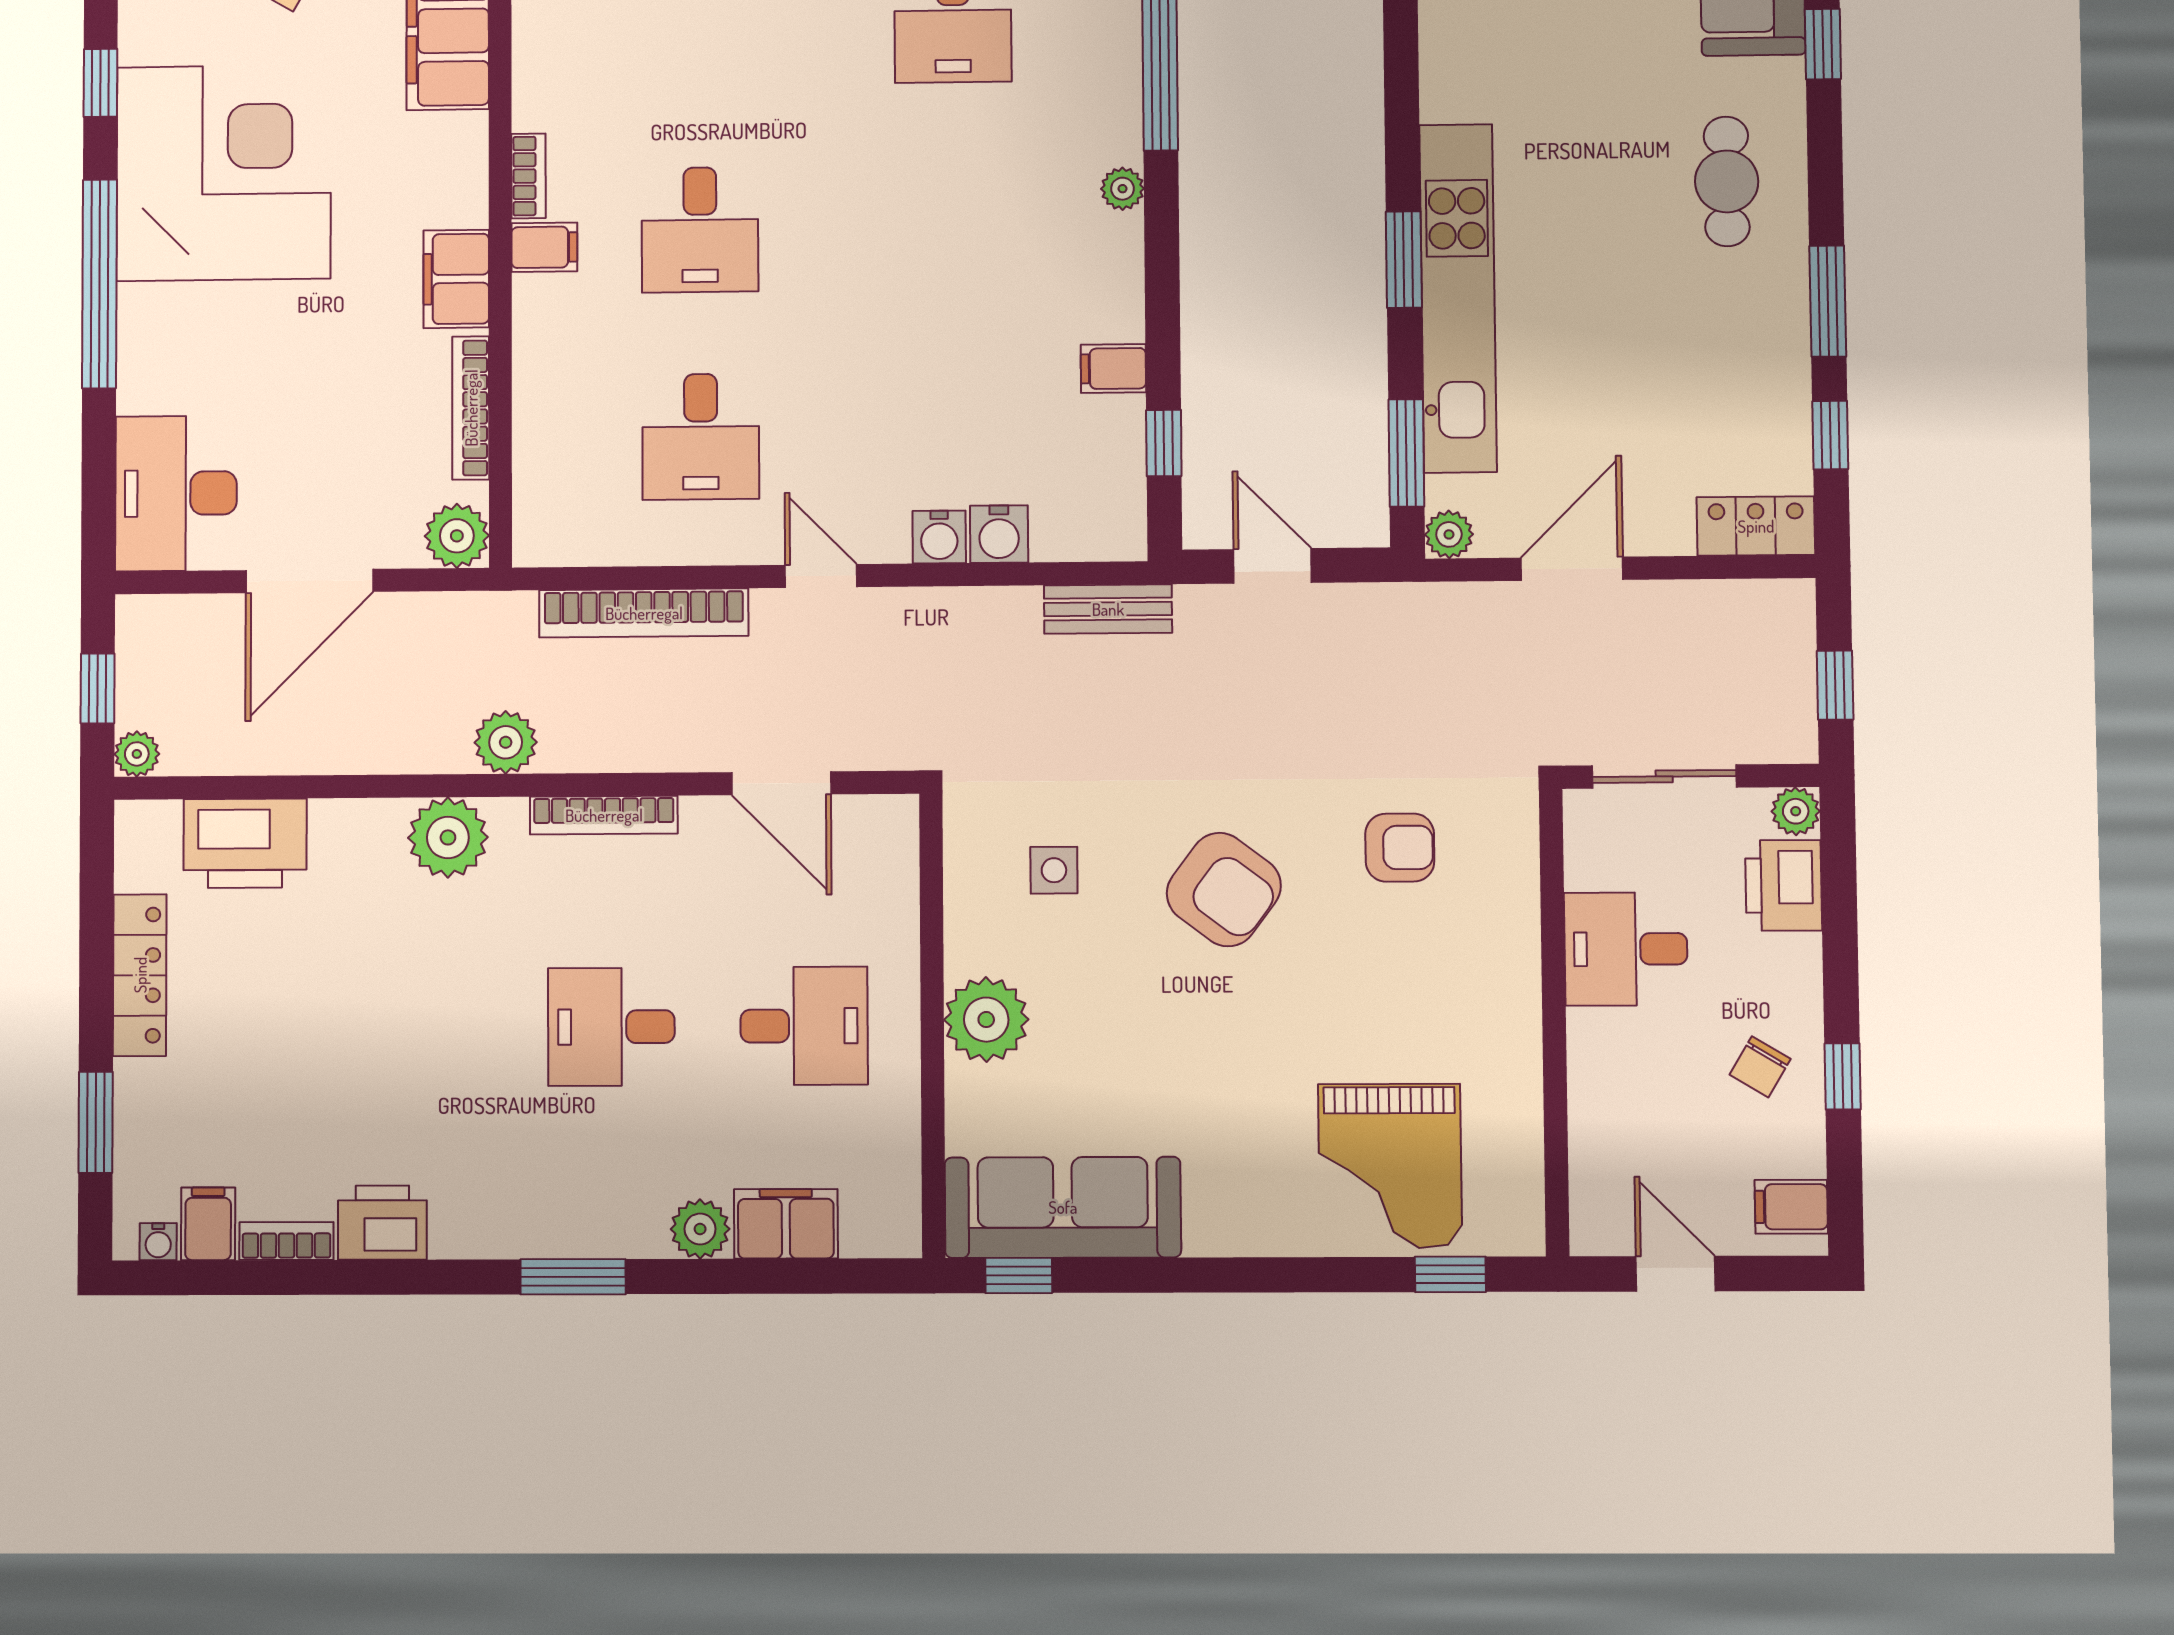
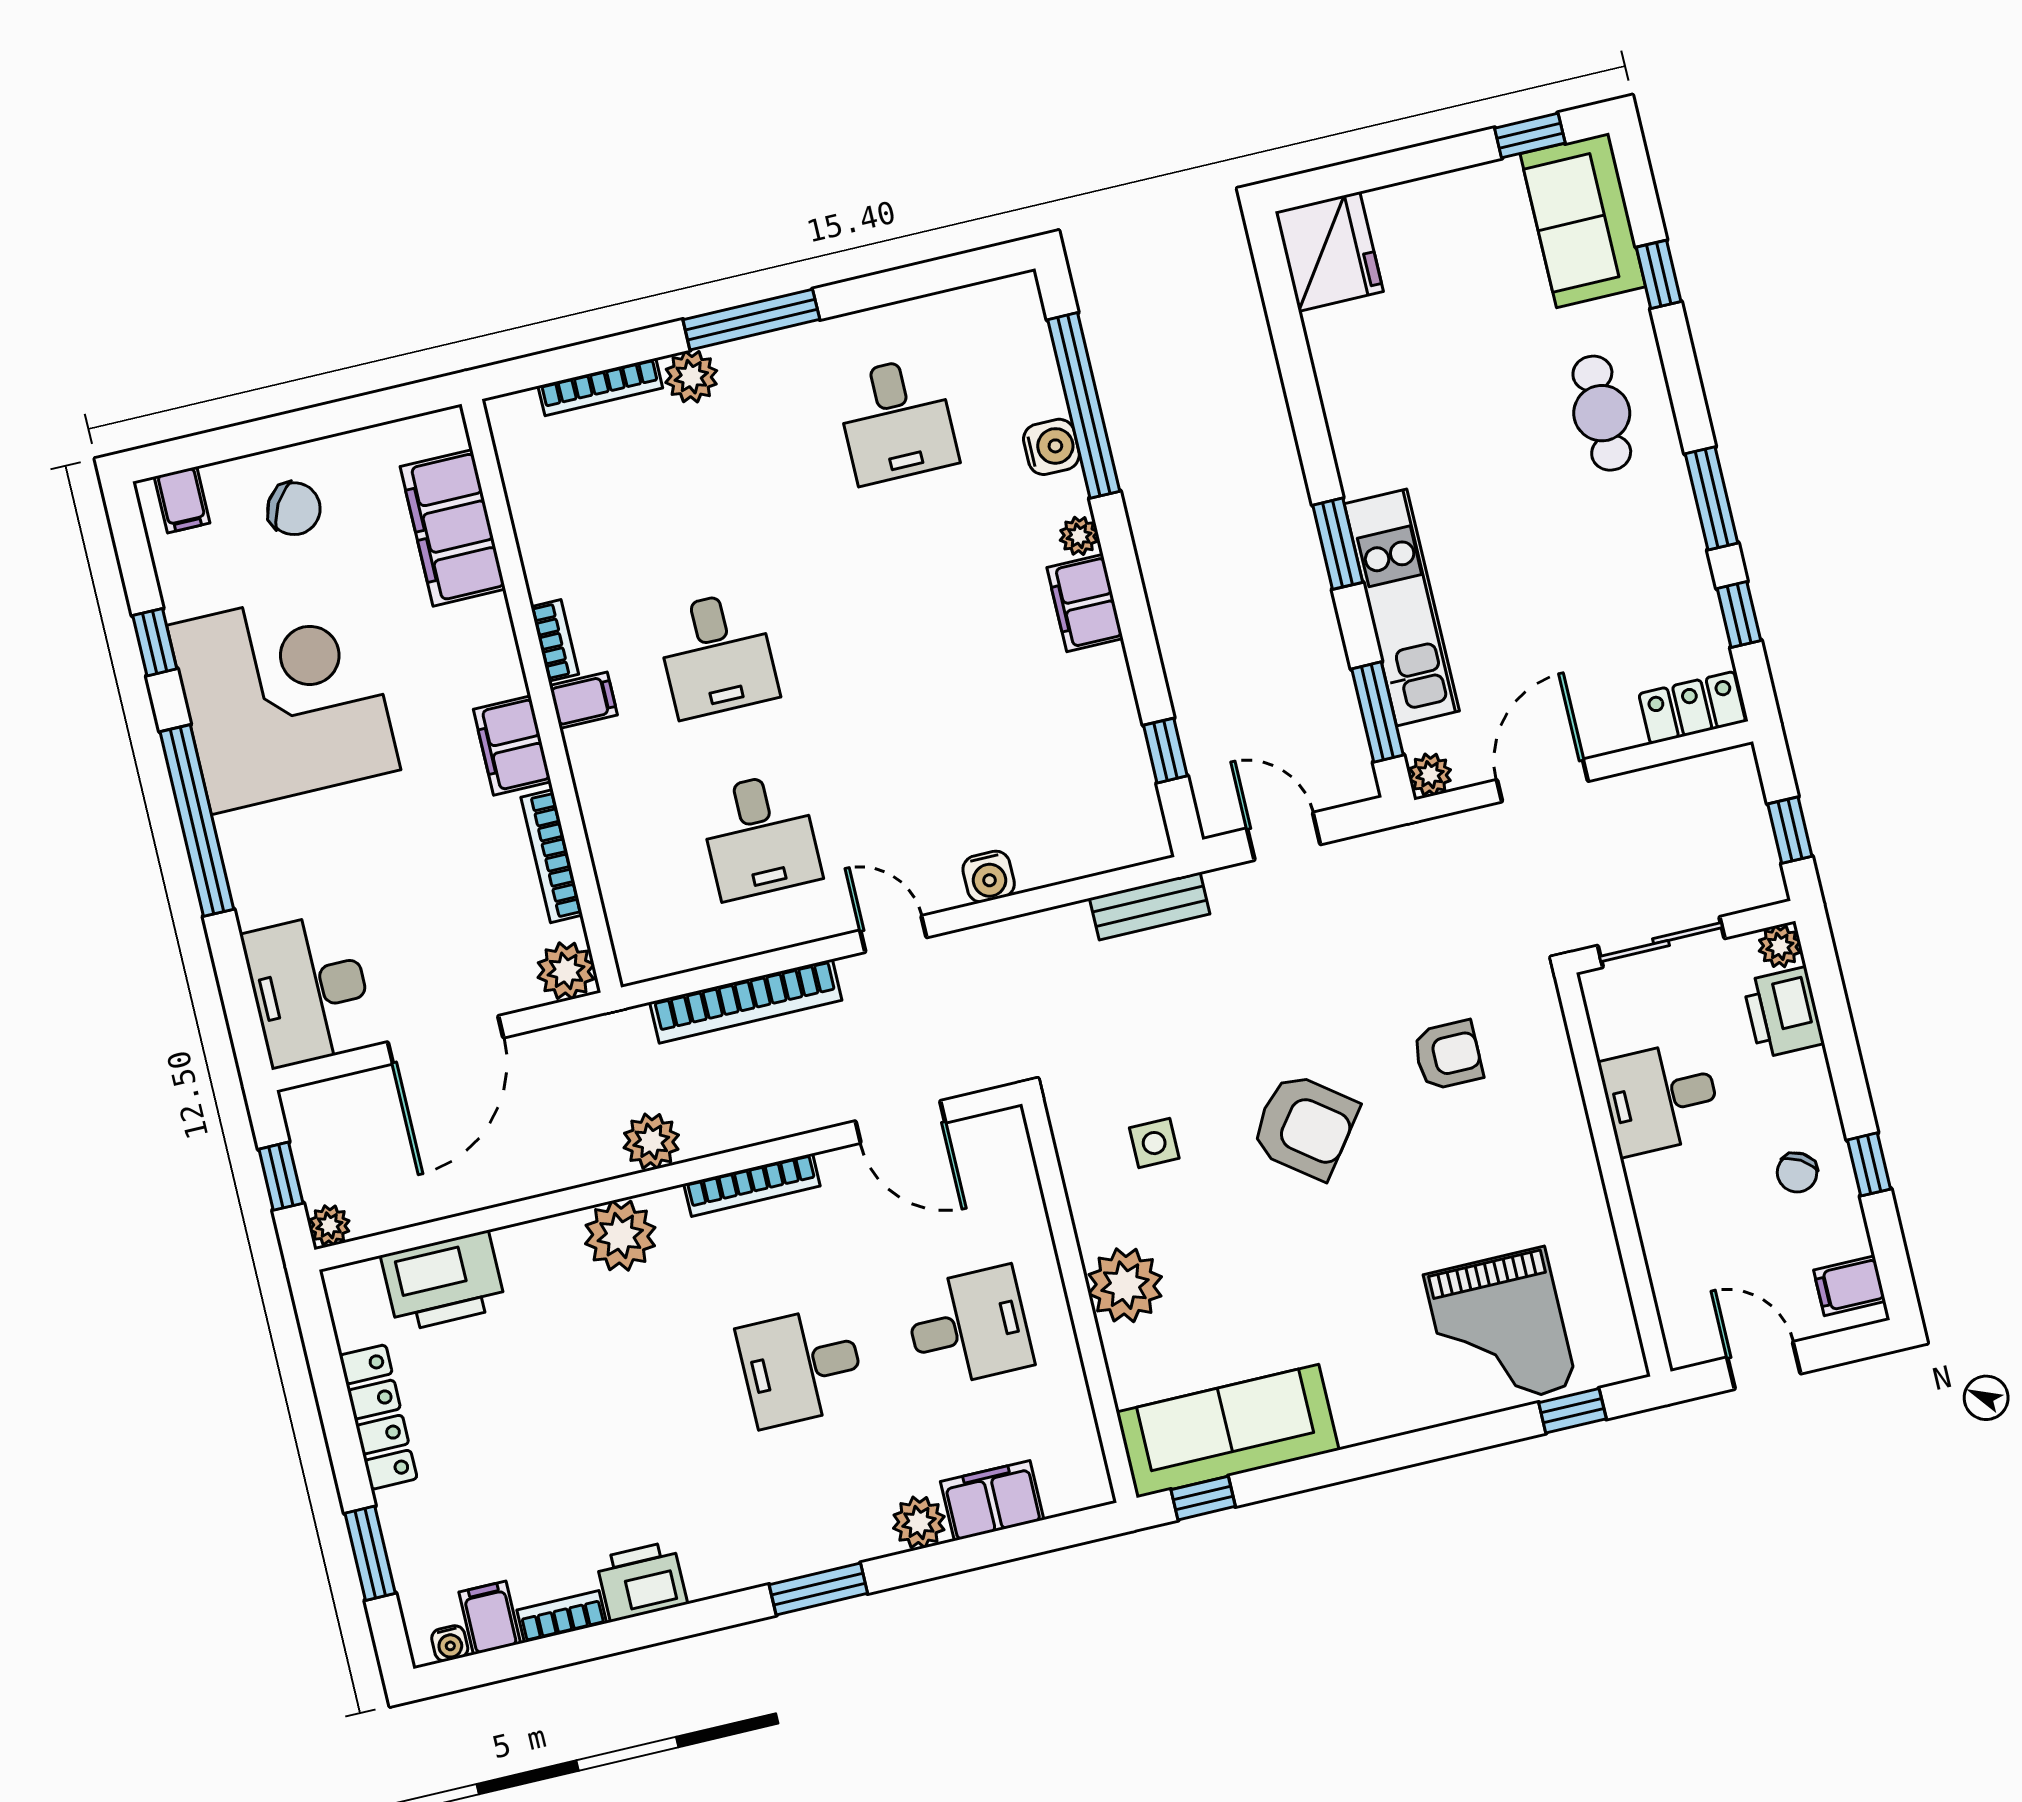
kitchen unit: (1458, 298) -> (1402, 607), width x0.73
filing cabinet: (1113, 369) -> (1085, 603), moved, width x2.00
water cooler: (999, 534) -> (1051, 447), moved, turned -90

